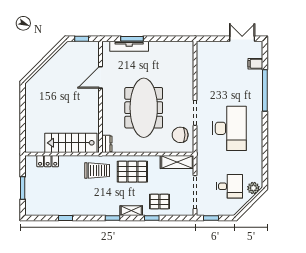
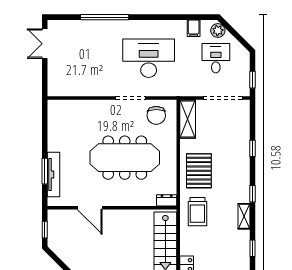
filing cabinet: (255, 64) -> (194, 28), moved
trolley: (97, 170) -> (197, 212), turned 180
pallet: (159, 202) -> (234, 139), removed
shelving: (131, 211) -> (244, 216), moved

